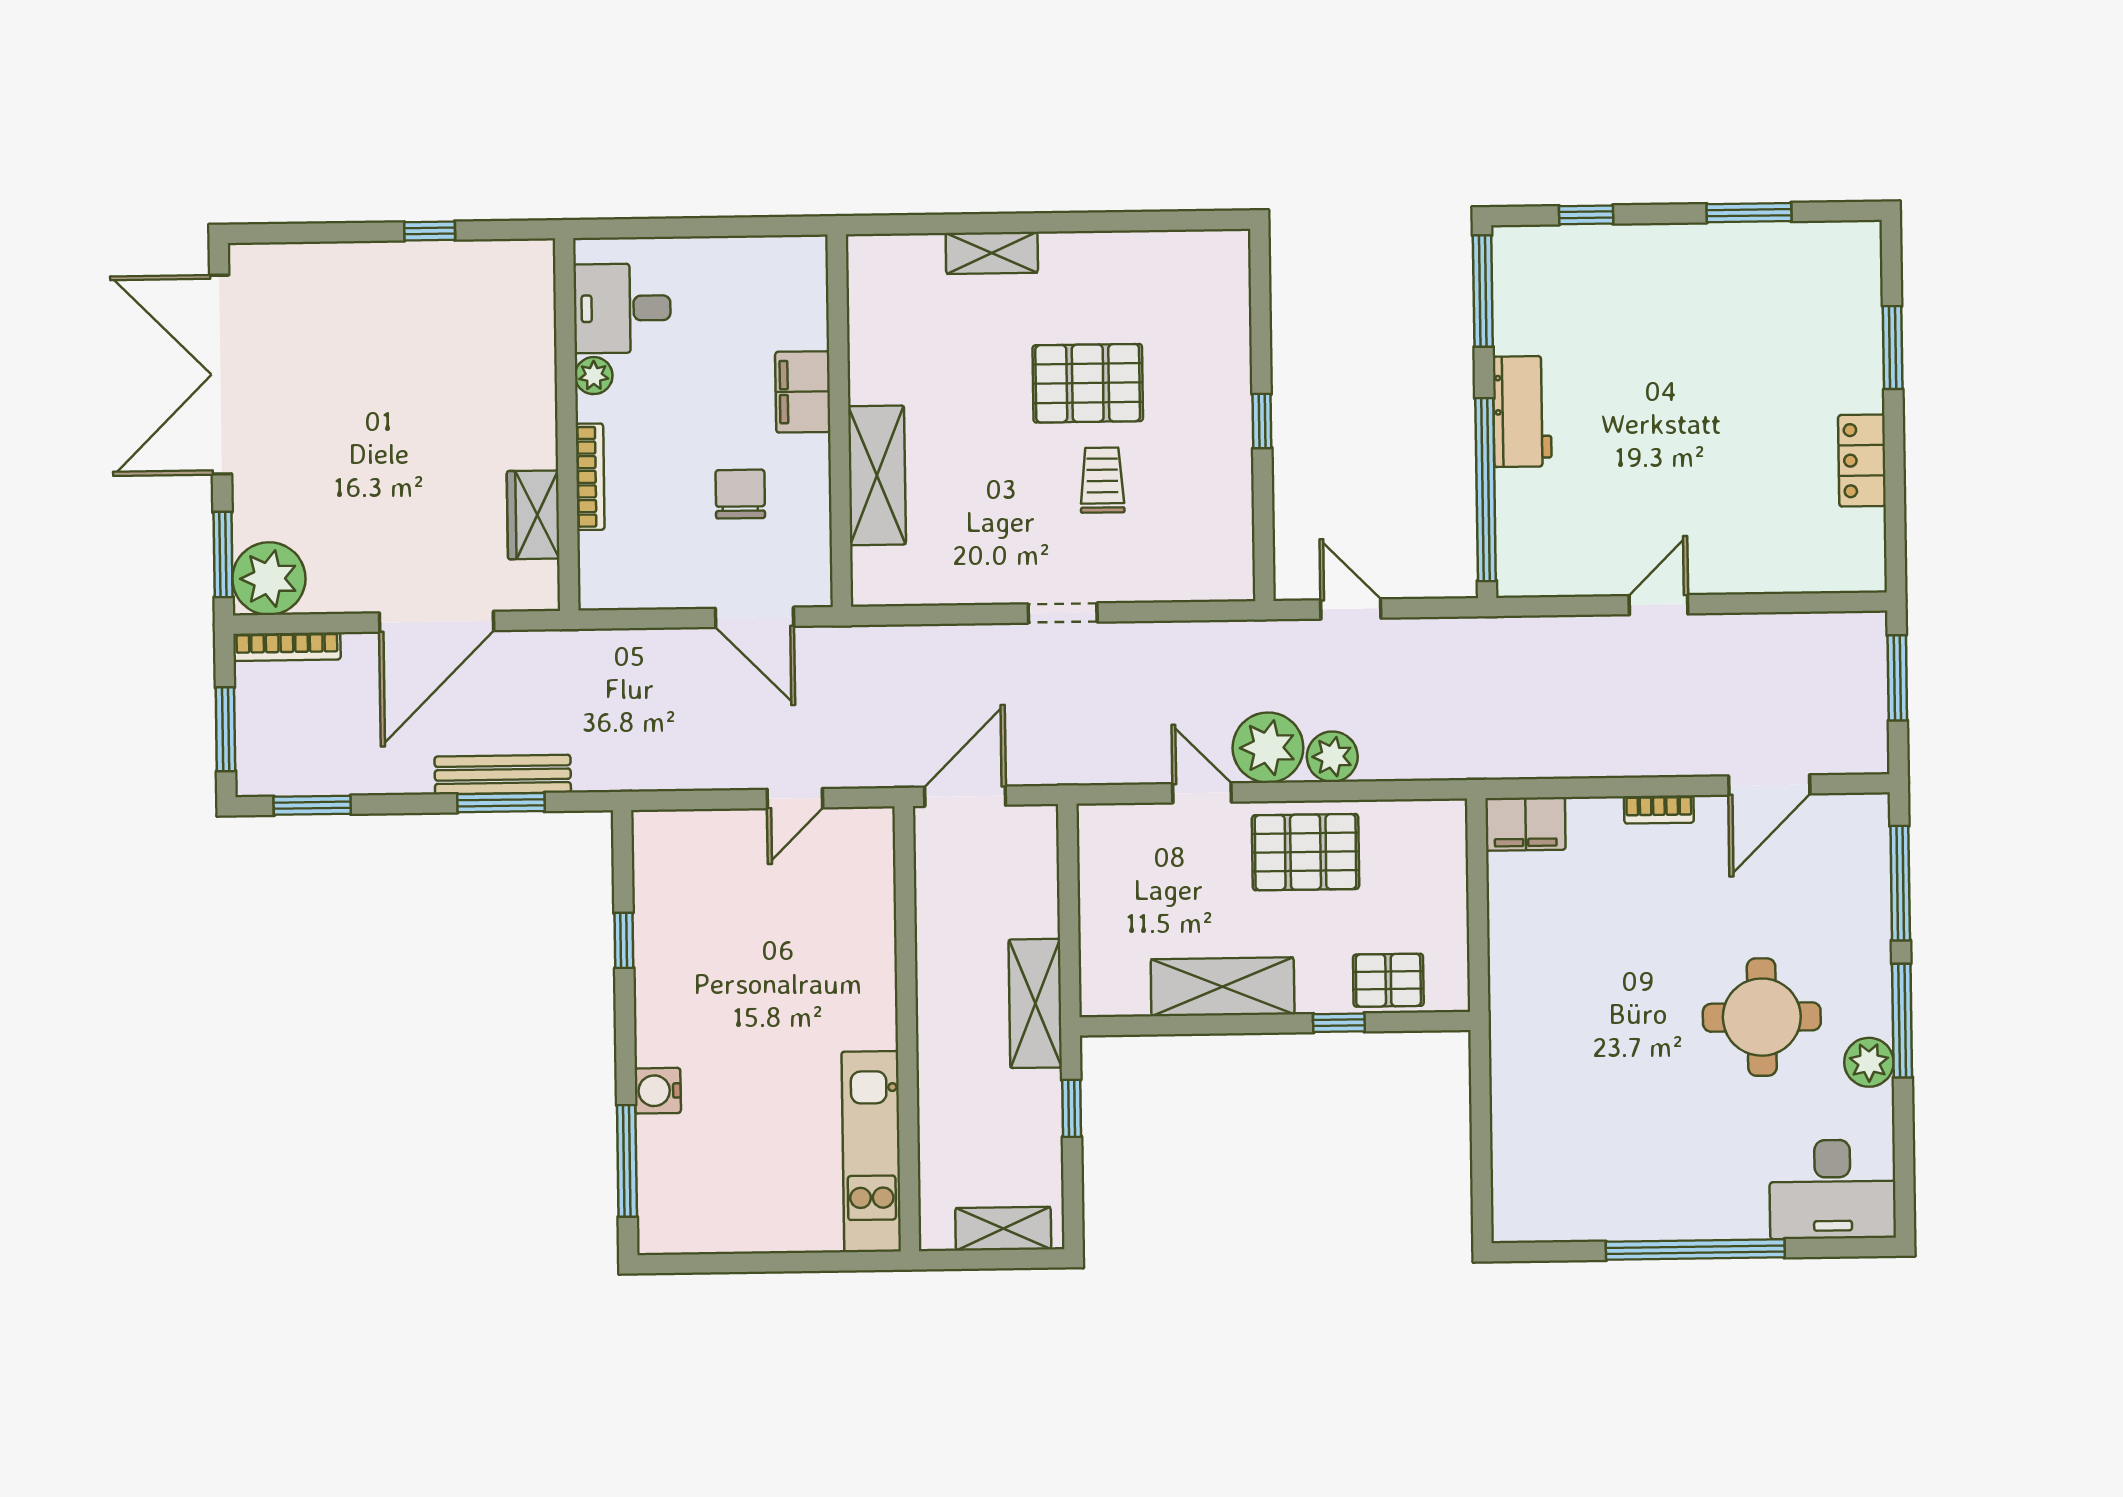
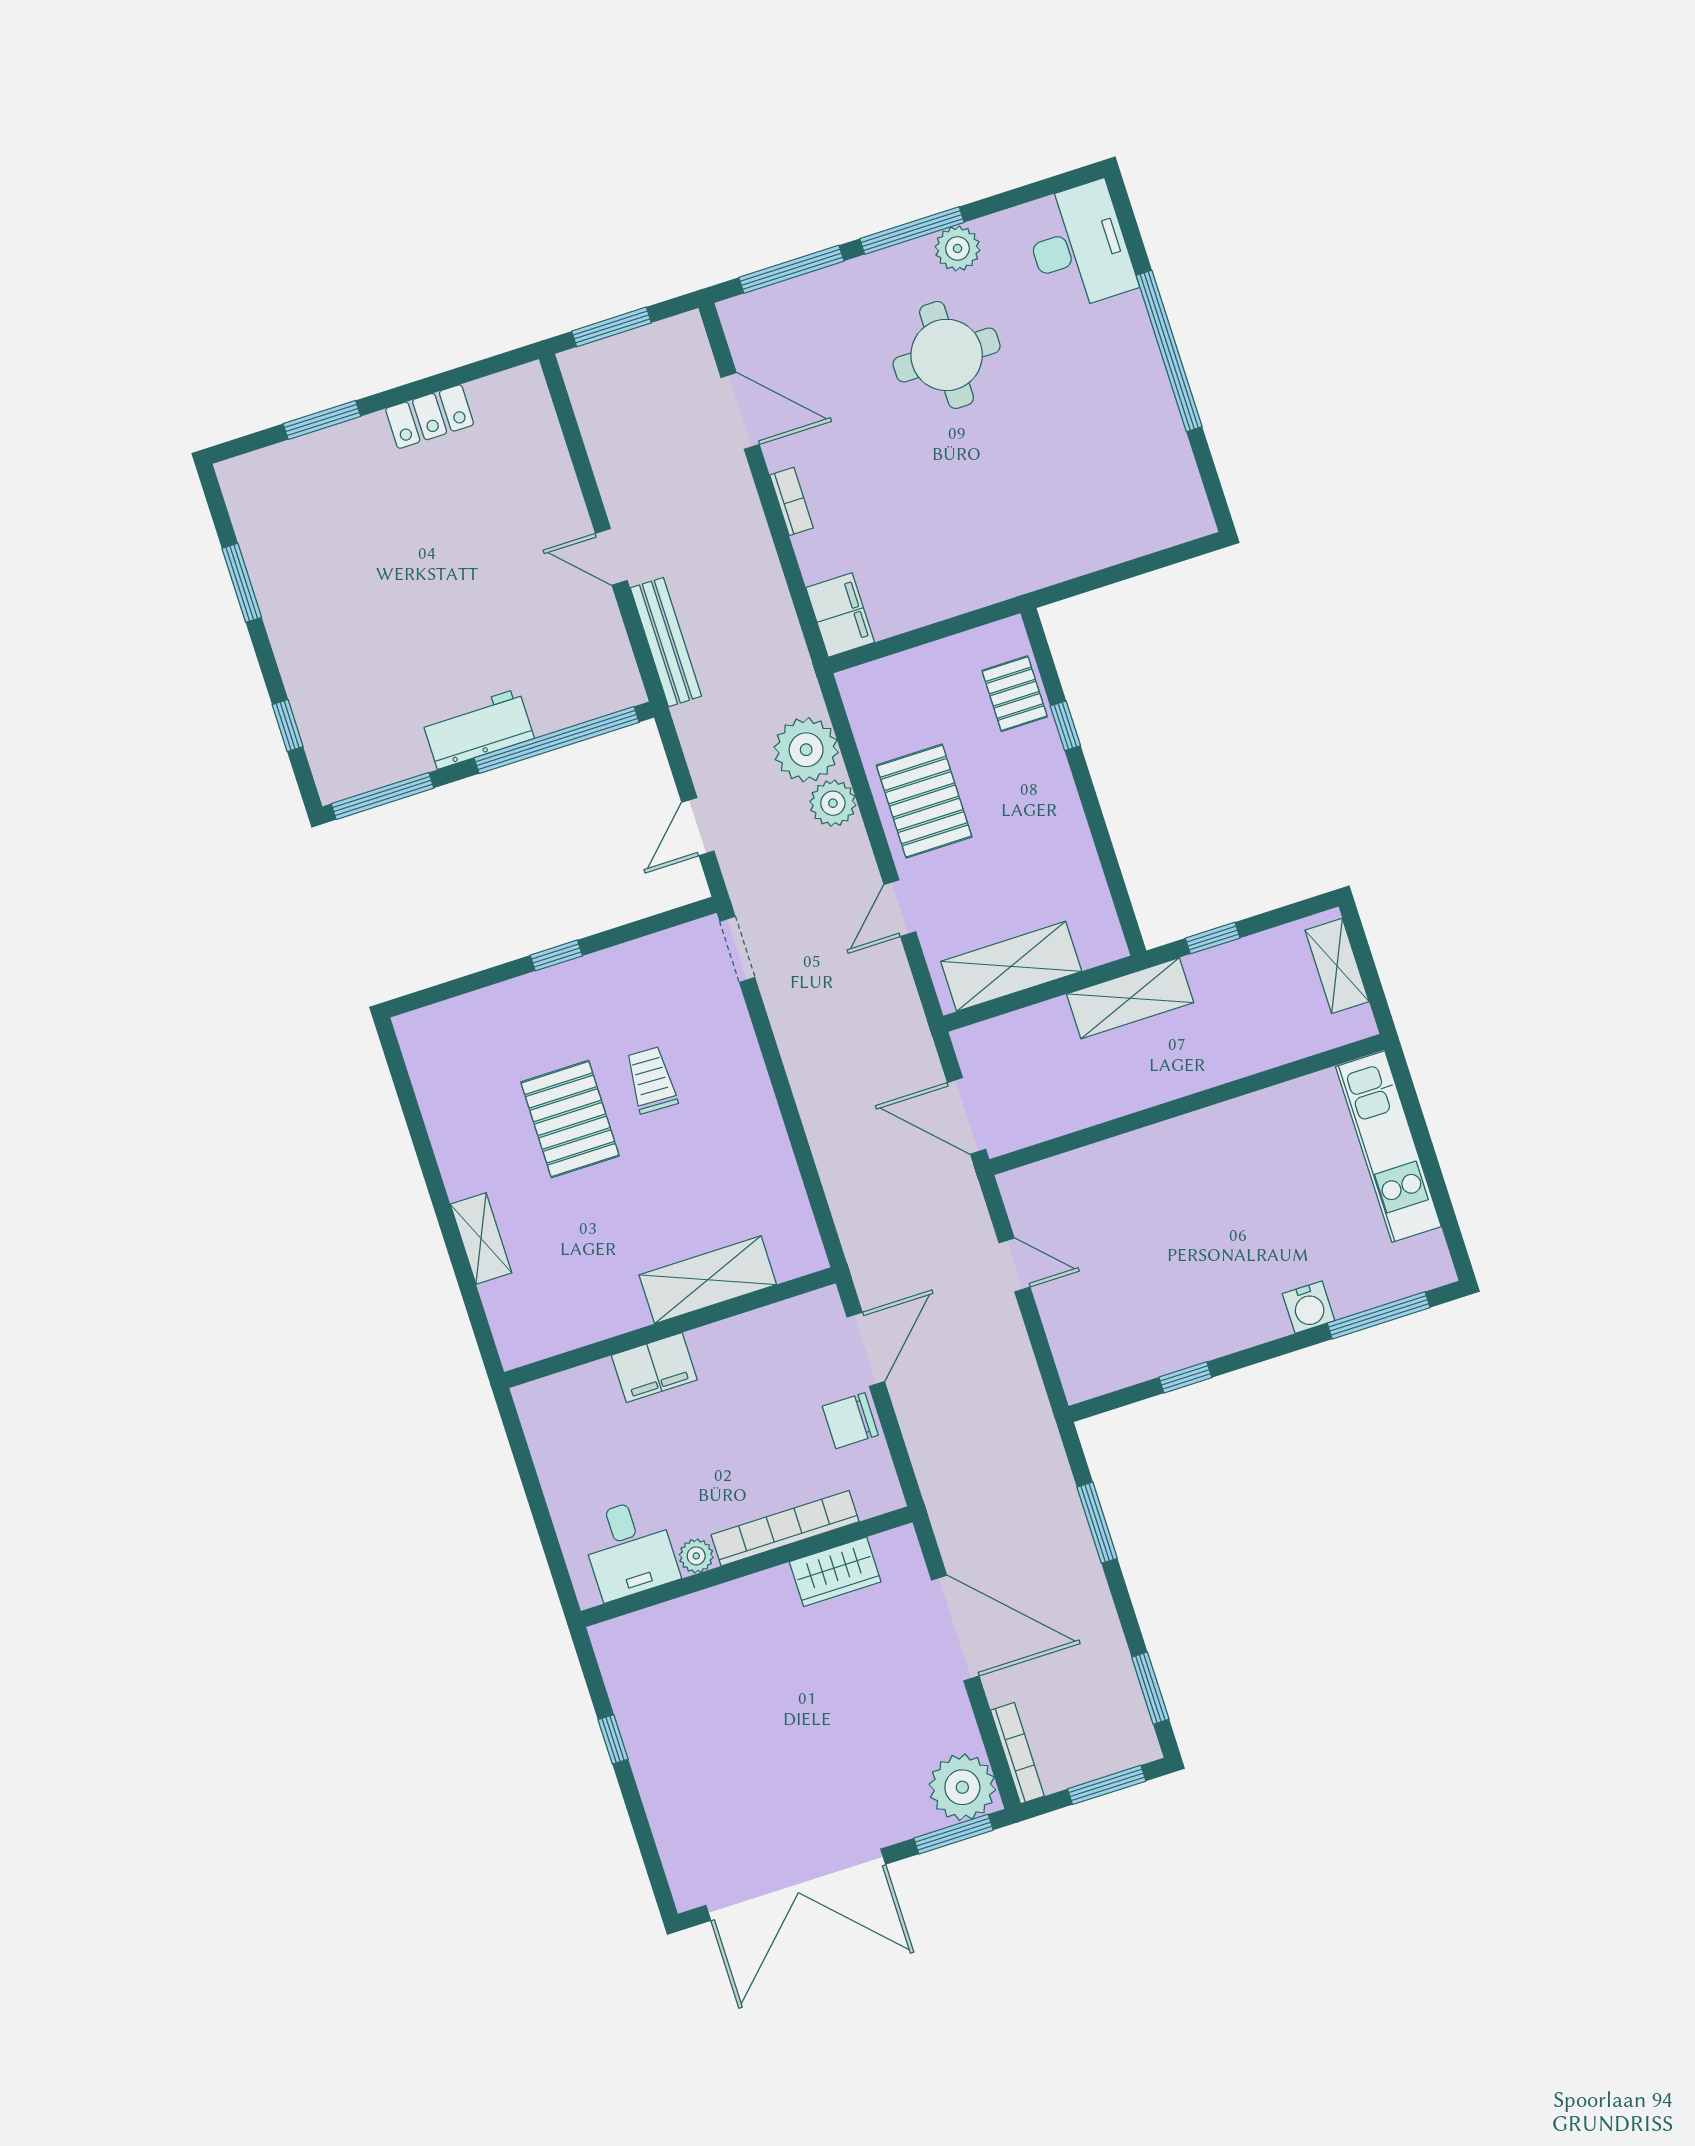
bookcase: (590, 477) -> (785, 1528), width x1.48, depth x1.31
trolley: (1102, 480) -> (651, 1080), turned 92
chair: (740, 494) -> (850, 1421), moved
doorway: (1063, 613) -> (737, 949), moved
plant: (1268, 748) -> (806, 750), moved
bench: (503, 775) -> (666, 642), moved
shelving: (1223, 987) -> (1011, 966), moved, turned 90
kitchen unit: (871, 1152) -> (1388, 1147), moved, turned 90

